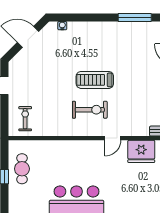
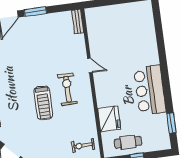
treadmill: (95, 80) -> (43, 103), moved
fridge: (141, 151) -> (109, 119), moved

